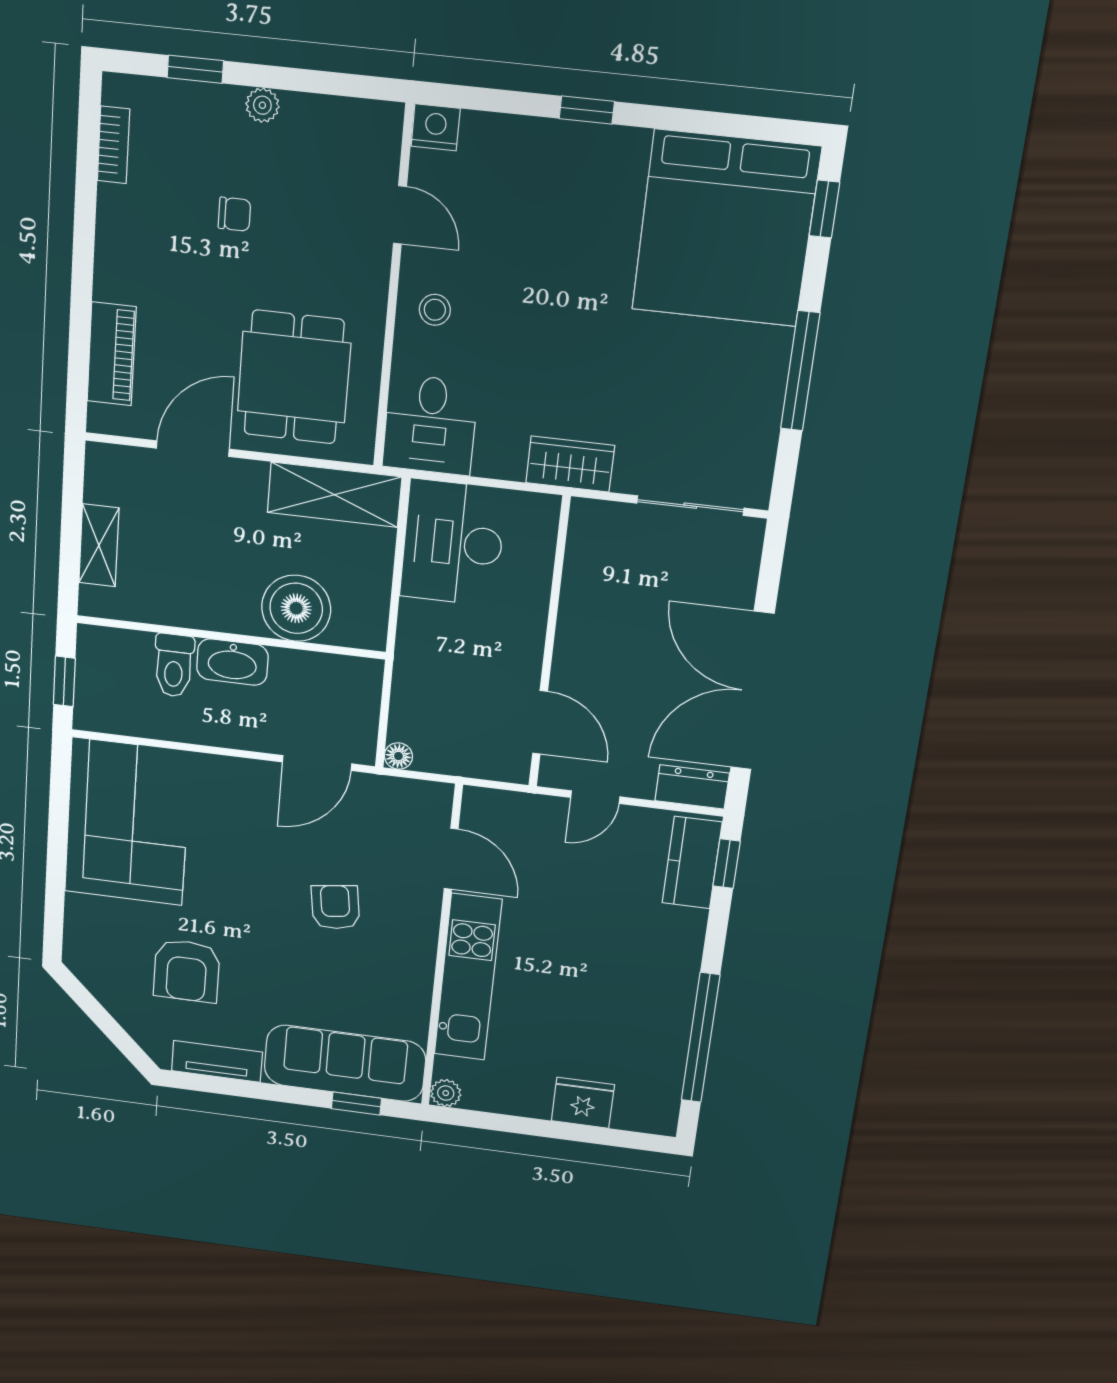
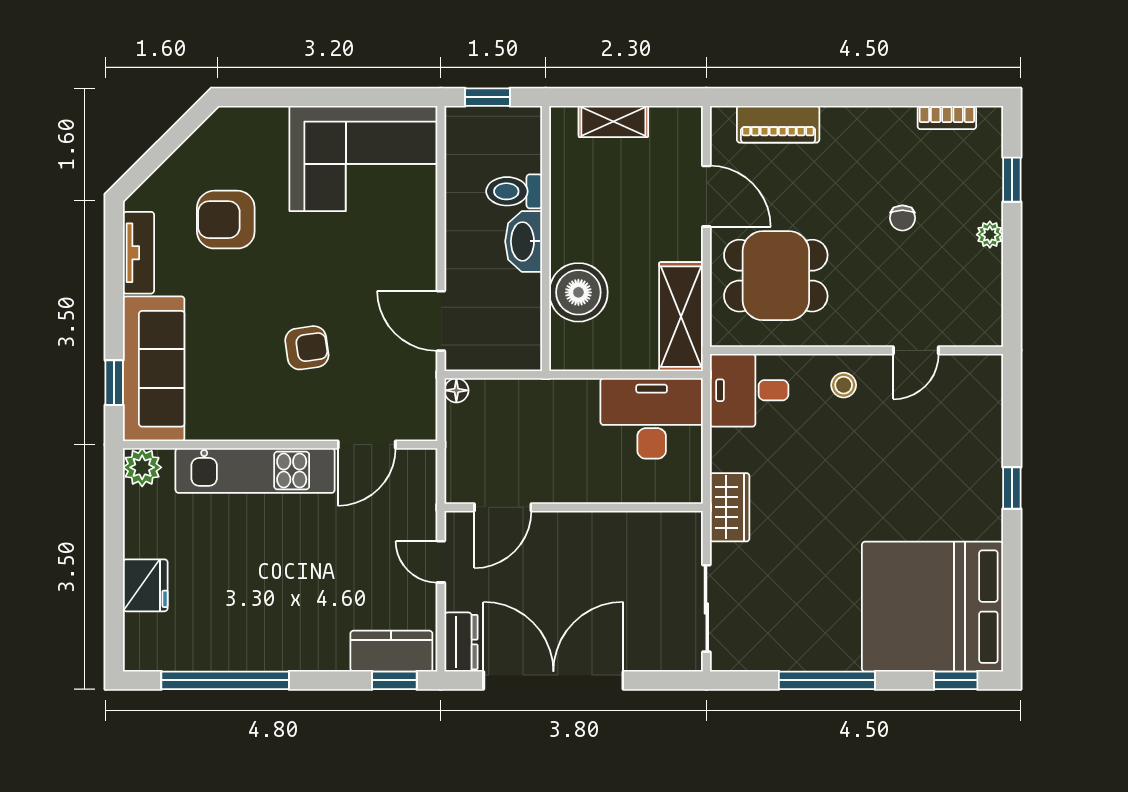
nightstand: (436, 127) -> (987, 372), removed
plant: (446, 1093) -> (142, 467), width x1.38, depth x1.38

